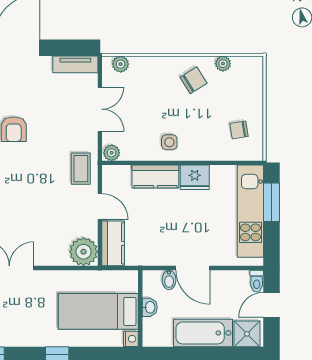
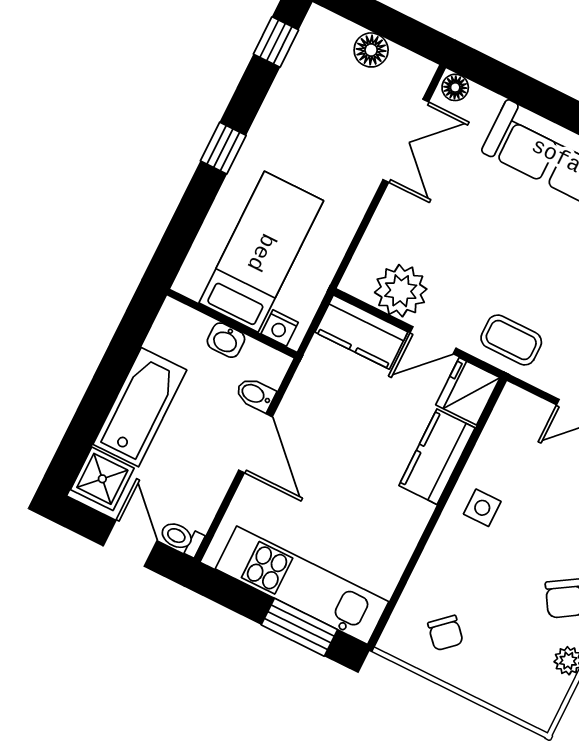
chair: (239, 130) -> (445, 633), turned 147
plant: (112, 153) -> (512, 404), removed
fridge: (195, 177) -> (468, 391), moved
plant: (84, 252) -> (401, 291), moved
door: (193, 268) -> (255, 443), swing flipped
nightstand: (131, 339) -> (280, 328), moved

